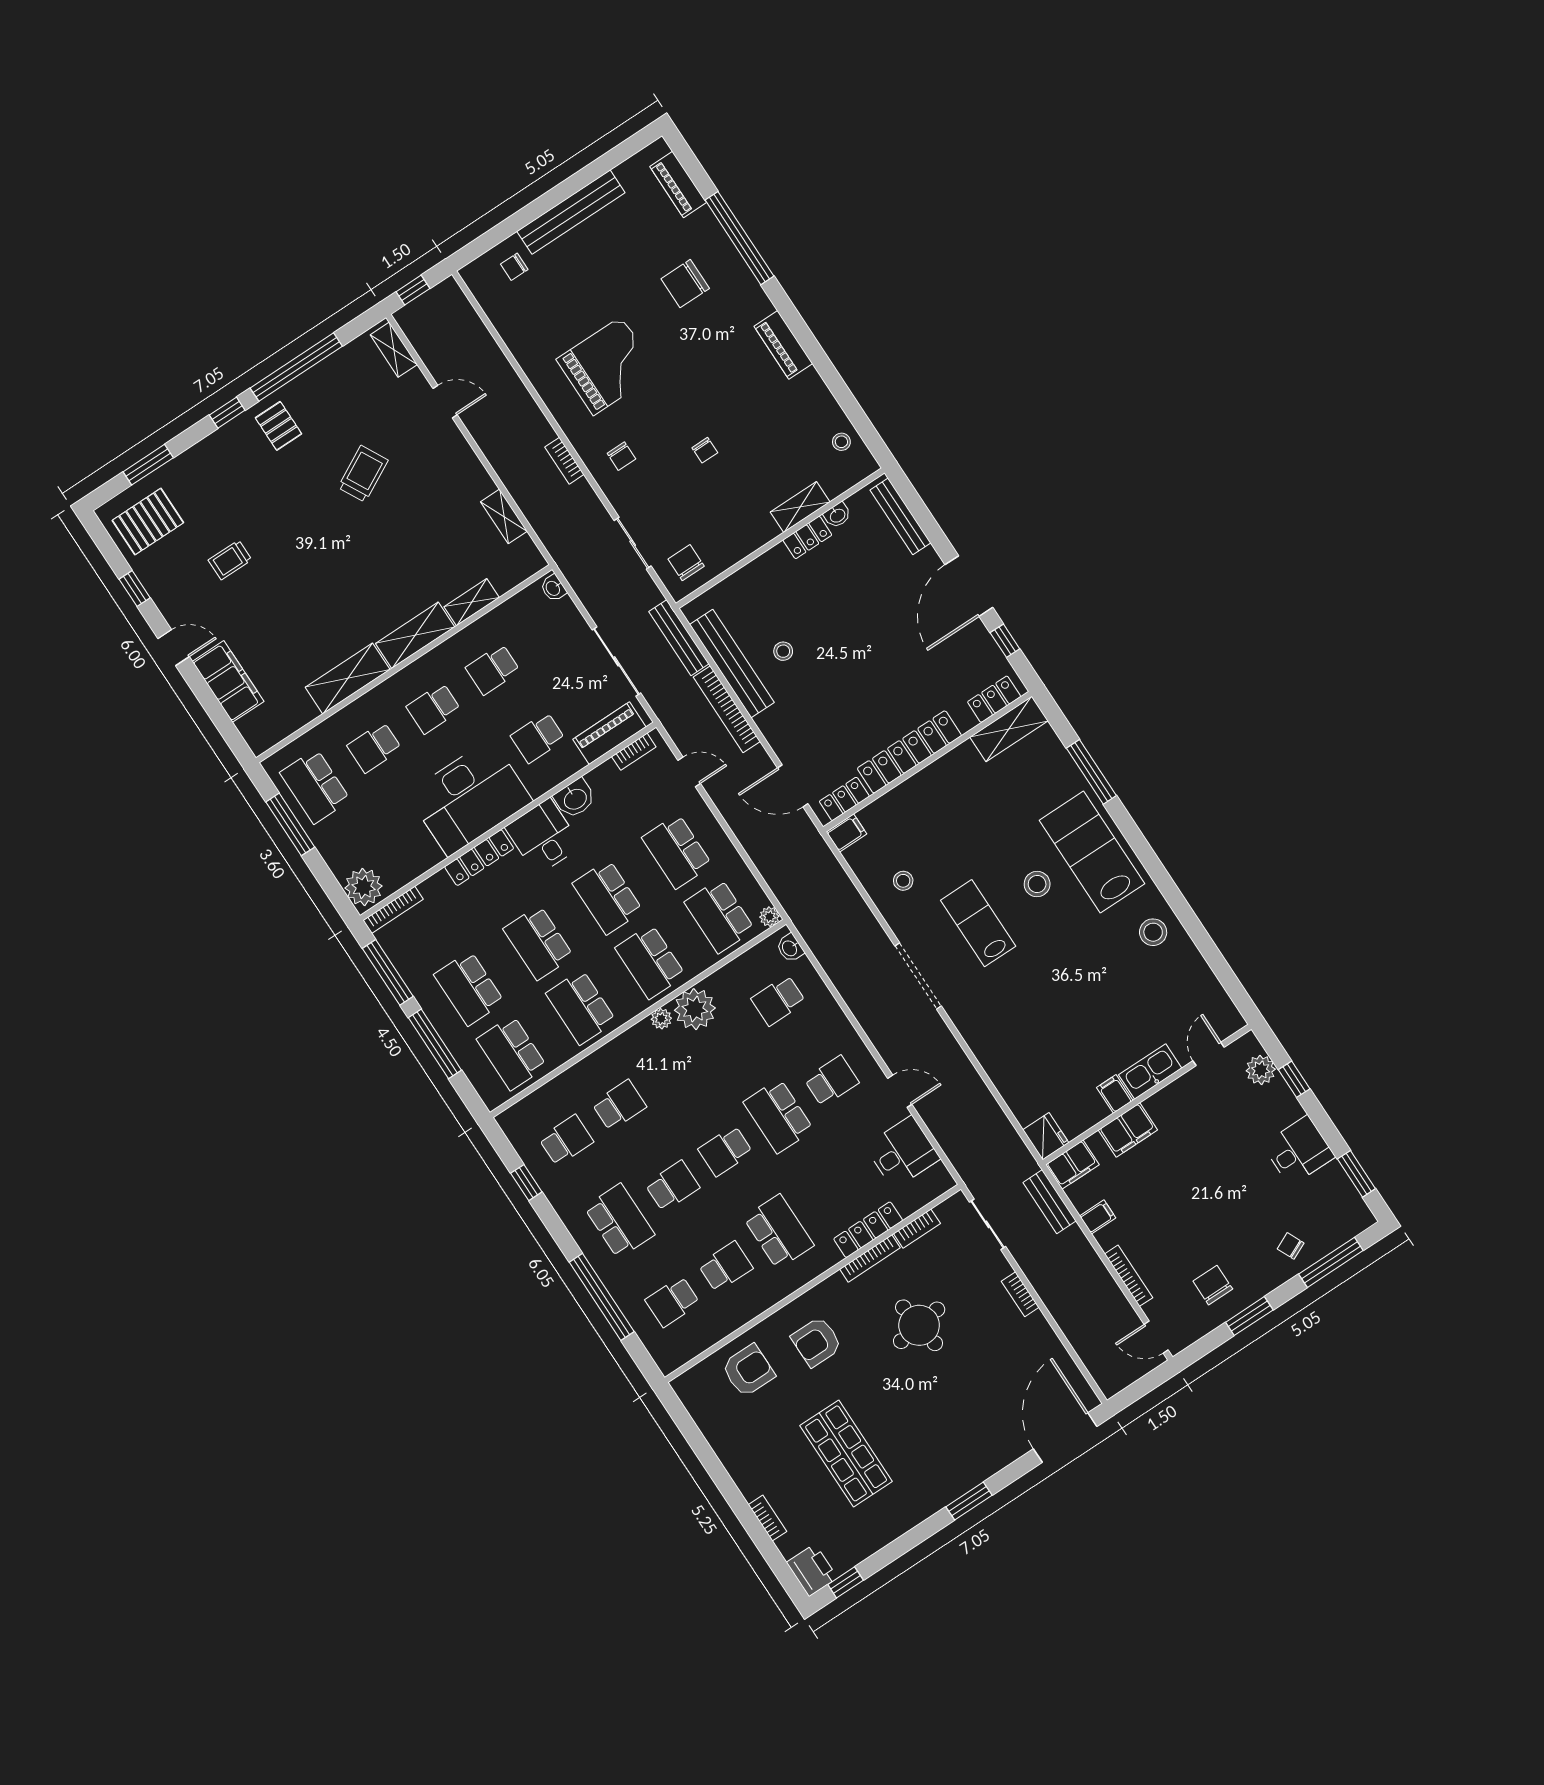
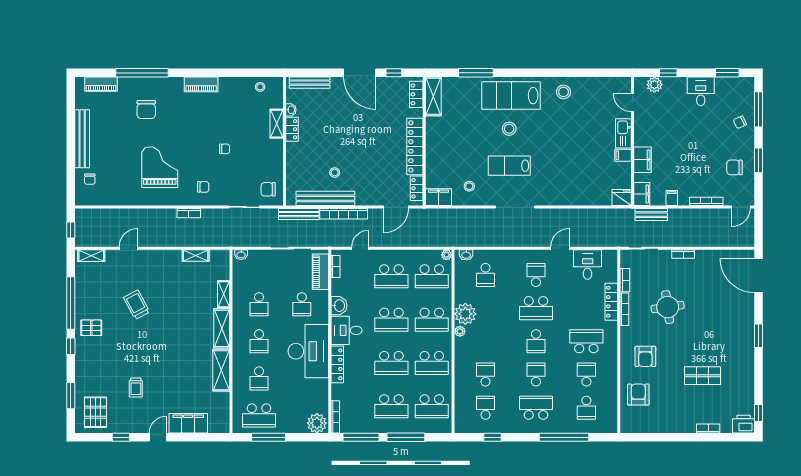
filing cabinet: (846, 833) -> (439, 197), width x2.00
shop shelf: (846, 1453) -> (703, 376), width x0.70, depth x0.74

